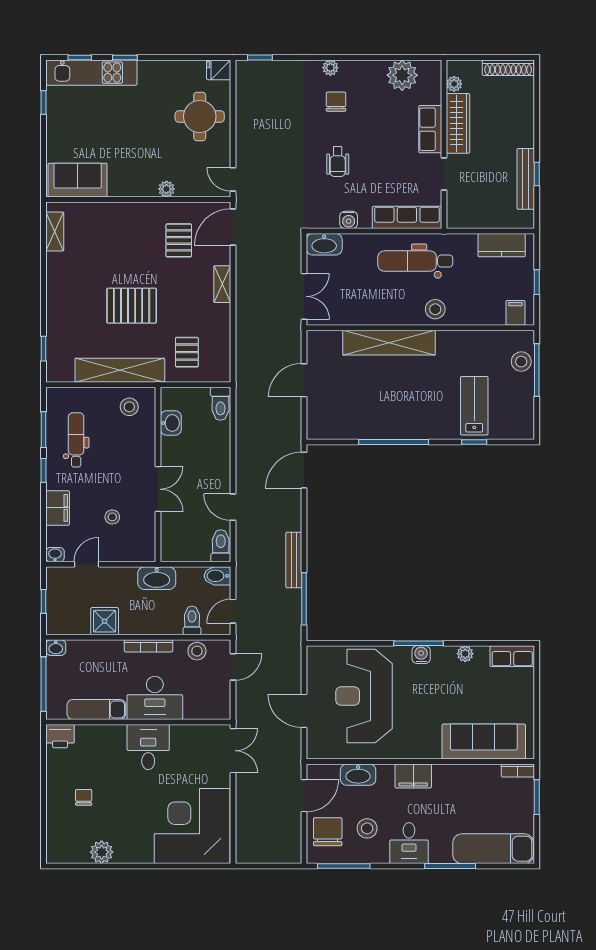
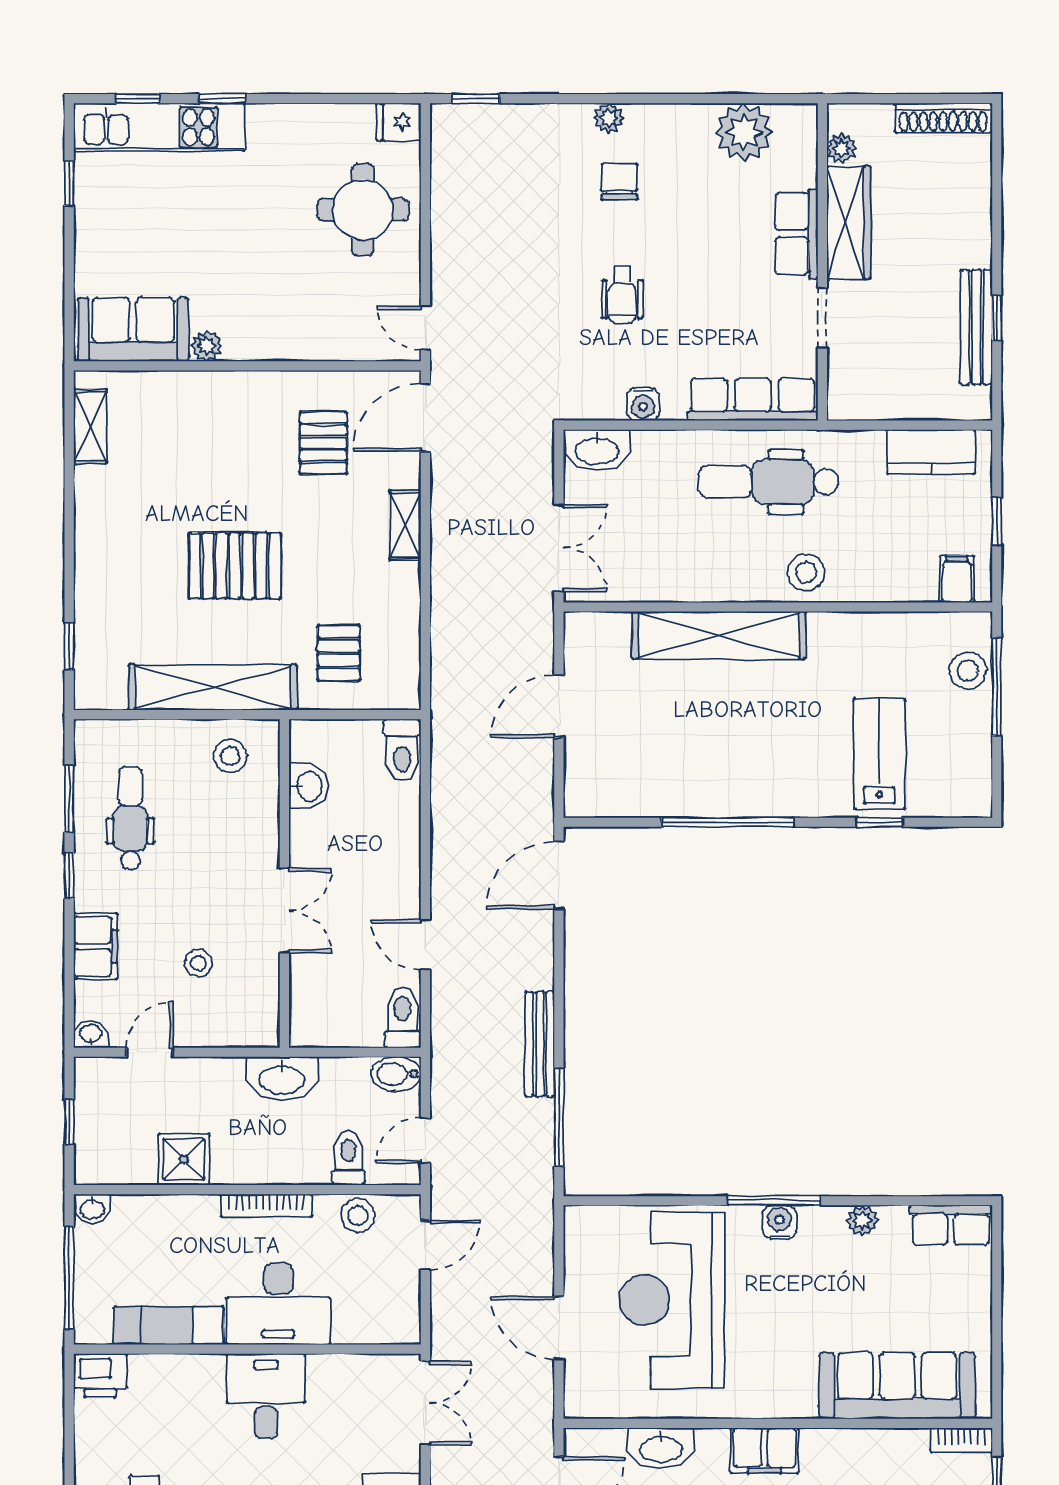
plant: (166, 189) -> (207, 346), moved

